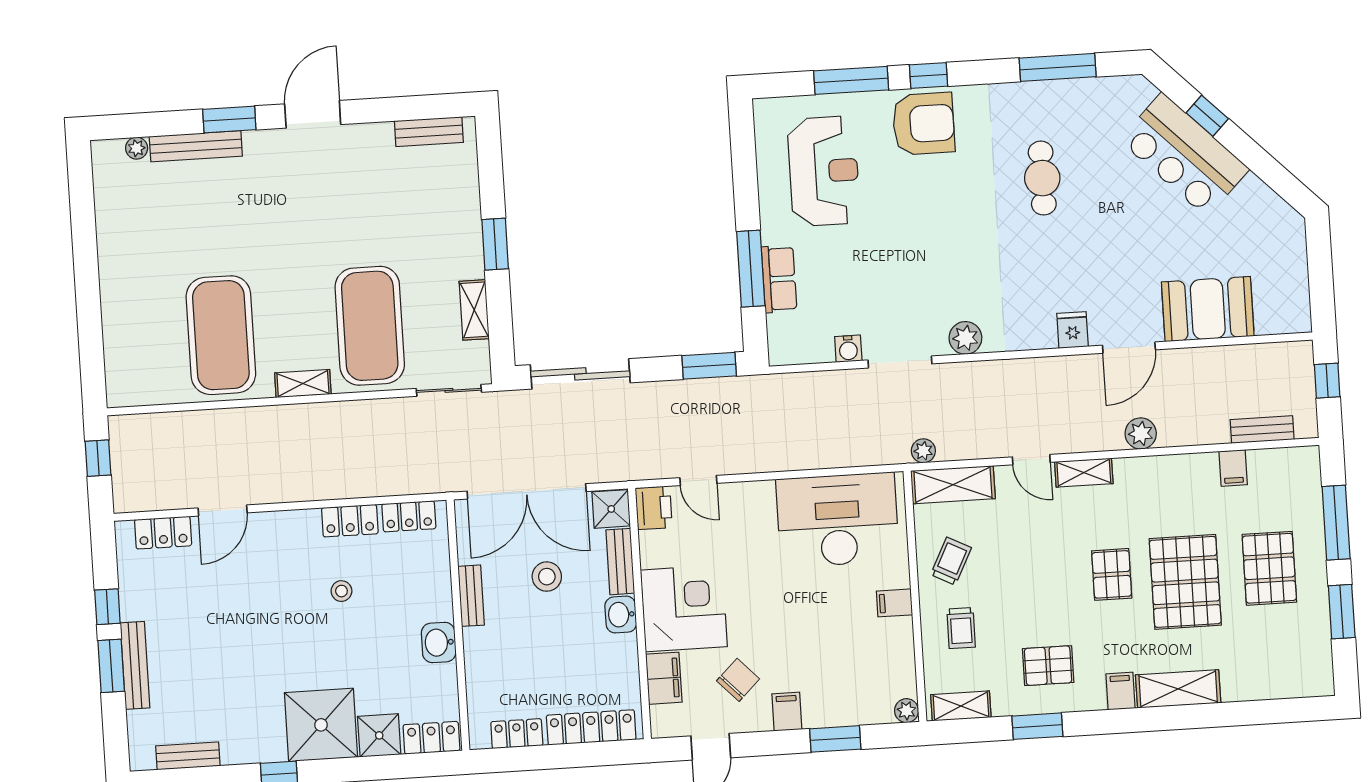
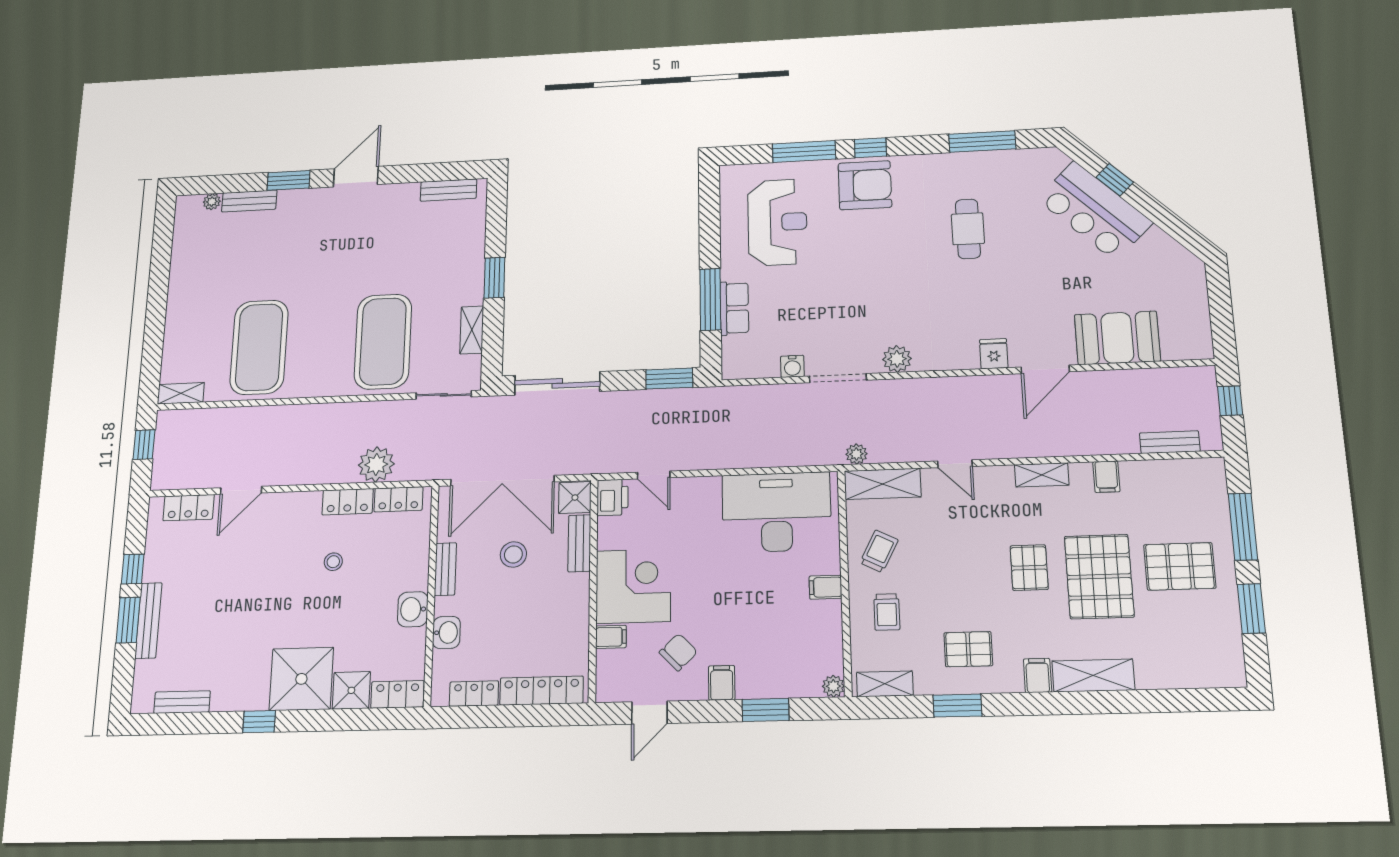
bench: (196, 146) -> (249, 201), width x0.73
shelving: (303, 384) -> (181, 393), moved
plant: (1141, 434) -> (376, 464), moved, width x1.36, depth x1.36
filing cabinet: (1233, 468) -> (1106, 477), moved
shelving: (1084, 473) -> (1042, 475), moved
pallet: (1269, 568) -> (1180, 566), turned 90
washbasin: (621, 615) -> (446, 632), moved, turned 180
filing cabinet: (664, 678) -> (611, 637), width x0.50

